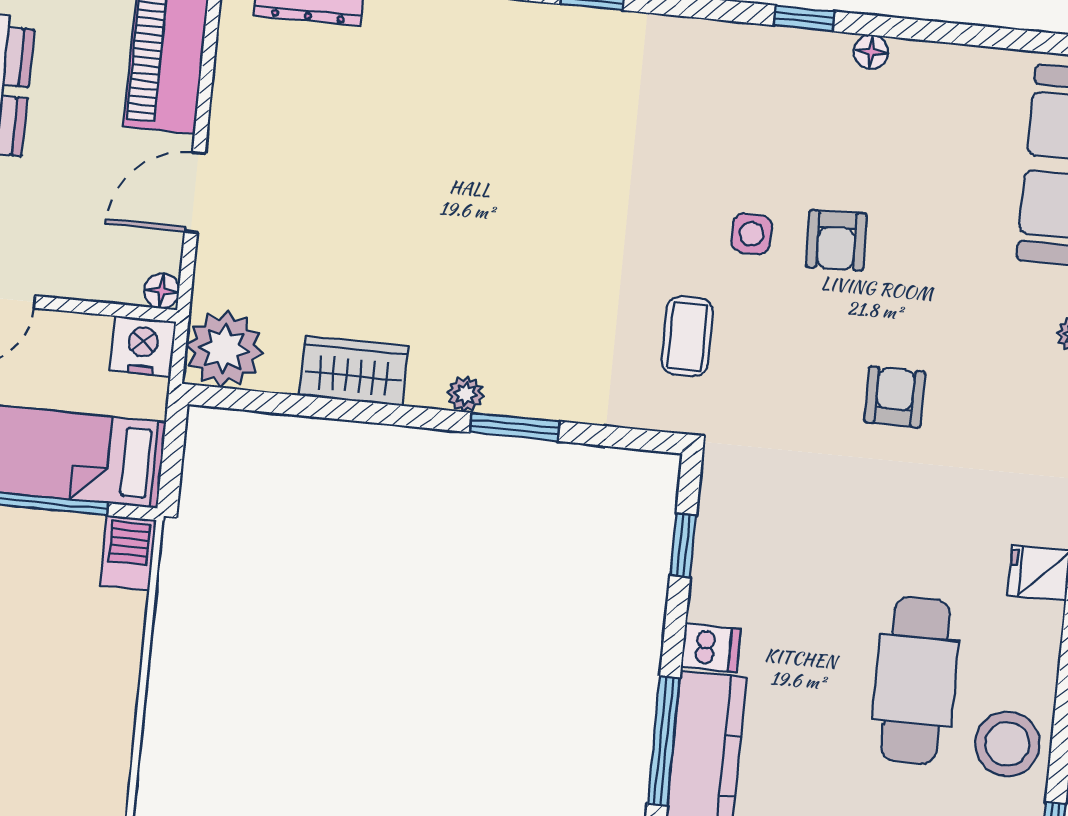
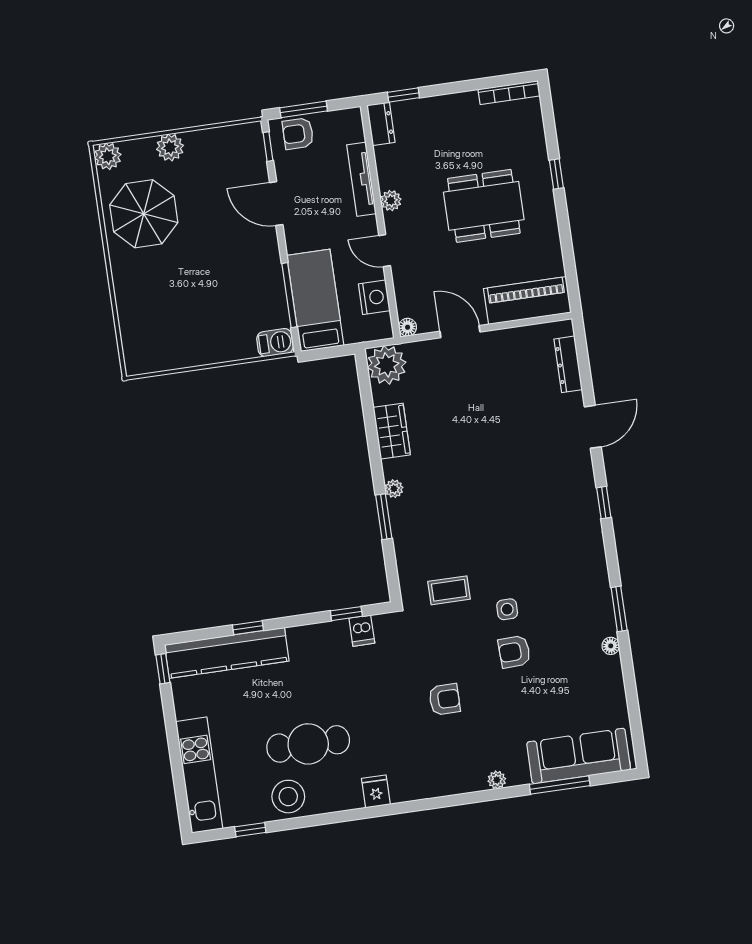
window: (804, 18) -> (619, 609), width x1.50
nightstand: (143, 346) -> (374, 297), moved
dishwasher: (711, 648) -> (362, 631), moved
window: (664, 741) -> (248, 628), width x0.46

